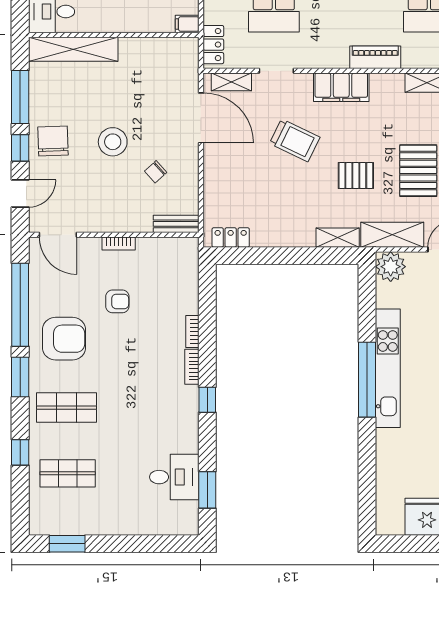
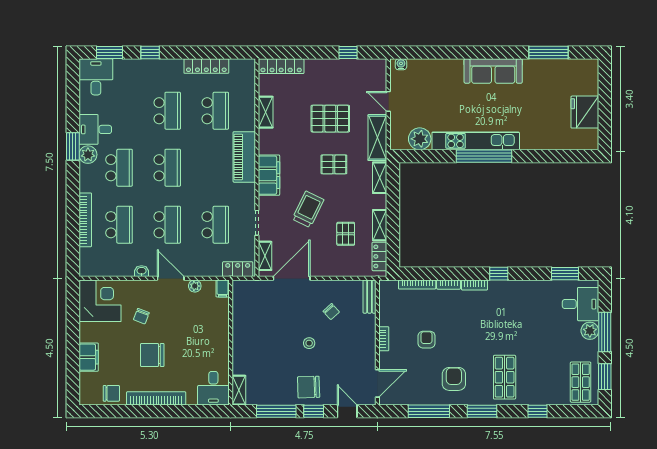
shelving: (73, 49) -> (239, 390), width x0.45, depth x0.75
piano: (375, 57) -> (244, 157), width x1.37, depth x1.33
stool: (113, 142) -> (309, 343), width x0.53, depth x0.53
pallet: (356, 176) -> (334, 164), turned 90
pallet: (261, 192) -> (346, 234), added
shelving: (273, 238) -> (380, 225), added
plant: (391, 267) -> (420, 139), moved
bookcase: (192, 289) -> (417, 285), added
window: (20, 305) -> (429, 411), width x0.68
armchair: (64, 339) -> (454, 379), width x0.73, depth x0.73
shop shelf: (68, 473) -> (581, 382), moved
desk: (174, 477) -> (580, 304), moved, turned 90
plant: (130, 524) -> (590, 331), added
window: (128, 544) -> (605, 332), added

